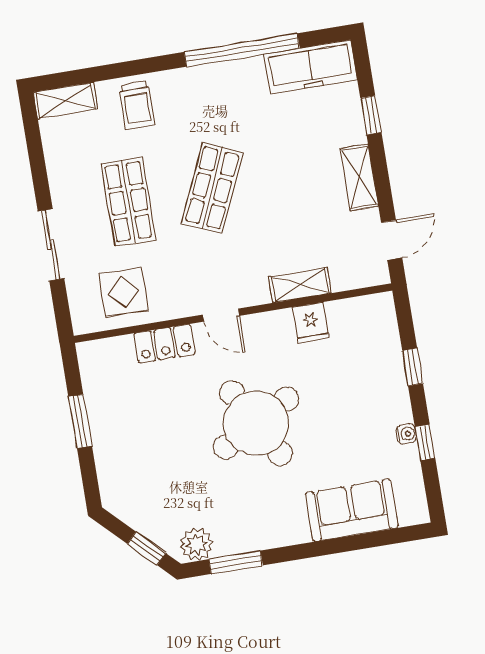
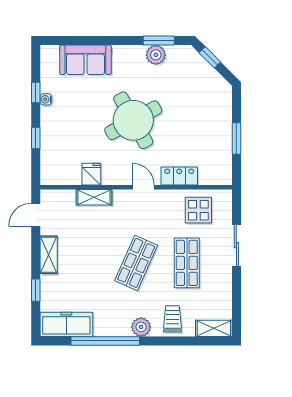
plant: (186, 83) -> (141, 327), added
plant: (197, 544) -> (156, 55), moved

